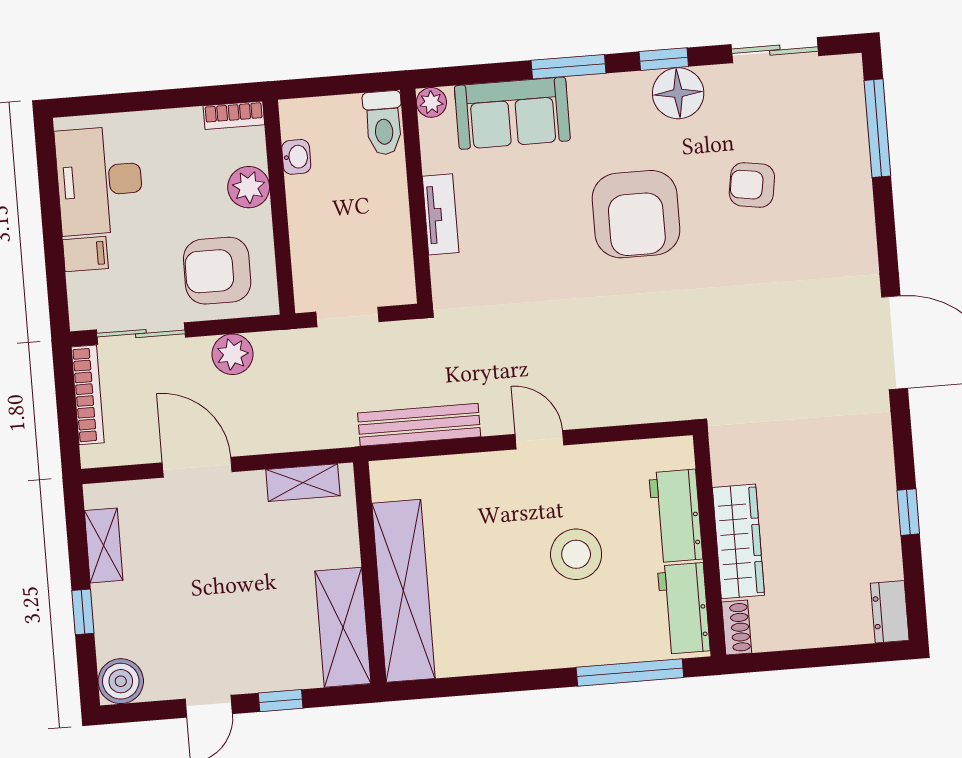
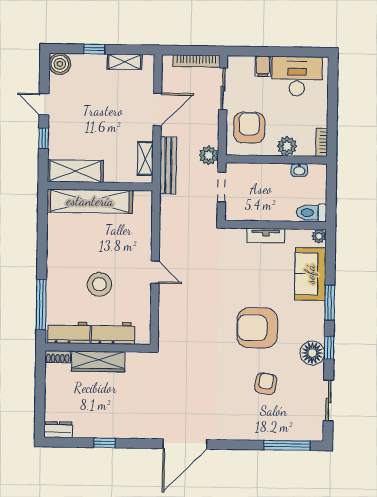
plant: (232, 354) -> (209, 155), moved
bench: (419, 425) -> (168, 165), moved
door: (539, 440) -> (155, 272), hinge flipped

